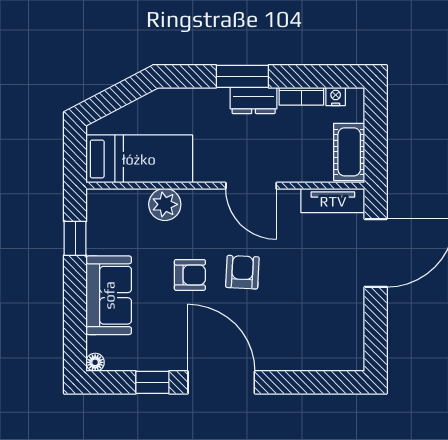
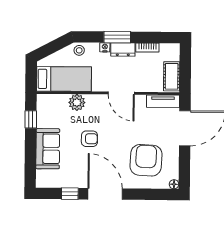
nightstand: (336, 96) -> (105, 47), moved
stool: (168, 103) -> (79, 50), added
armchair: (242, 272) -> (146, 160), moved, width x1.88, depth x1.88
floor lamp: (95, 362) -> (174, 184), moved

